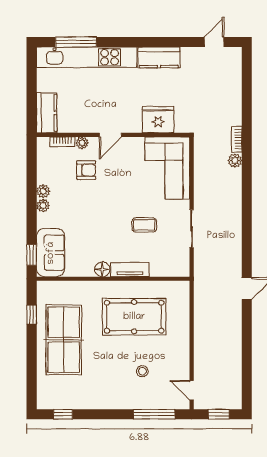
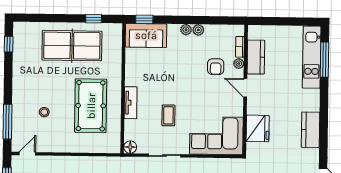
kitchen unit: (87, 57) -> (312, 57), width x0.73
kitchen counter: (47, 113) -> (256, 57), moved, turned -90
floor lamp: (102, 269) -> (130, 147), moved

